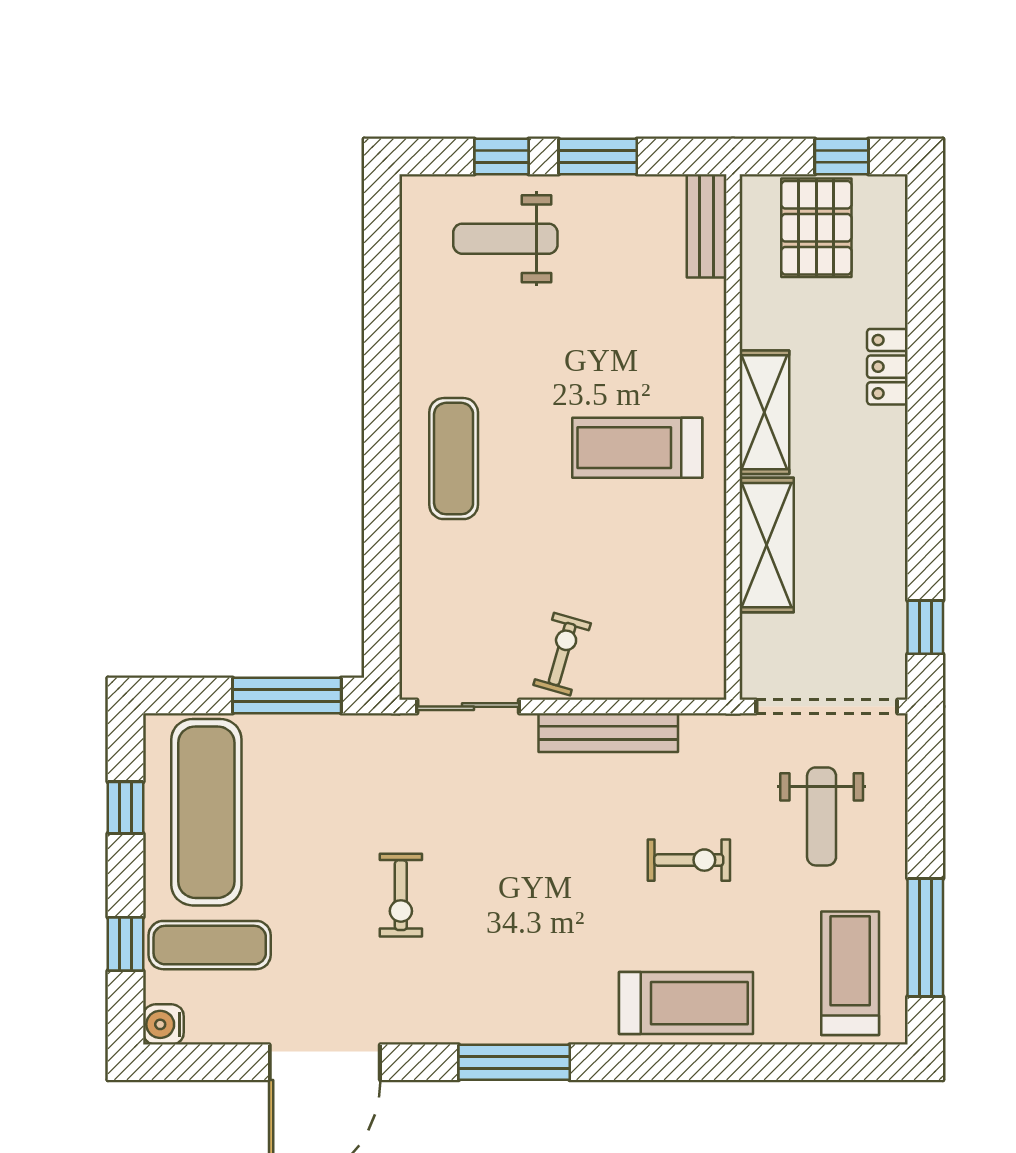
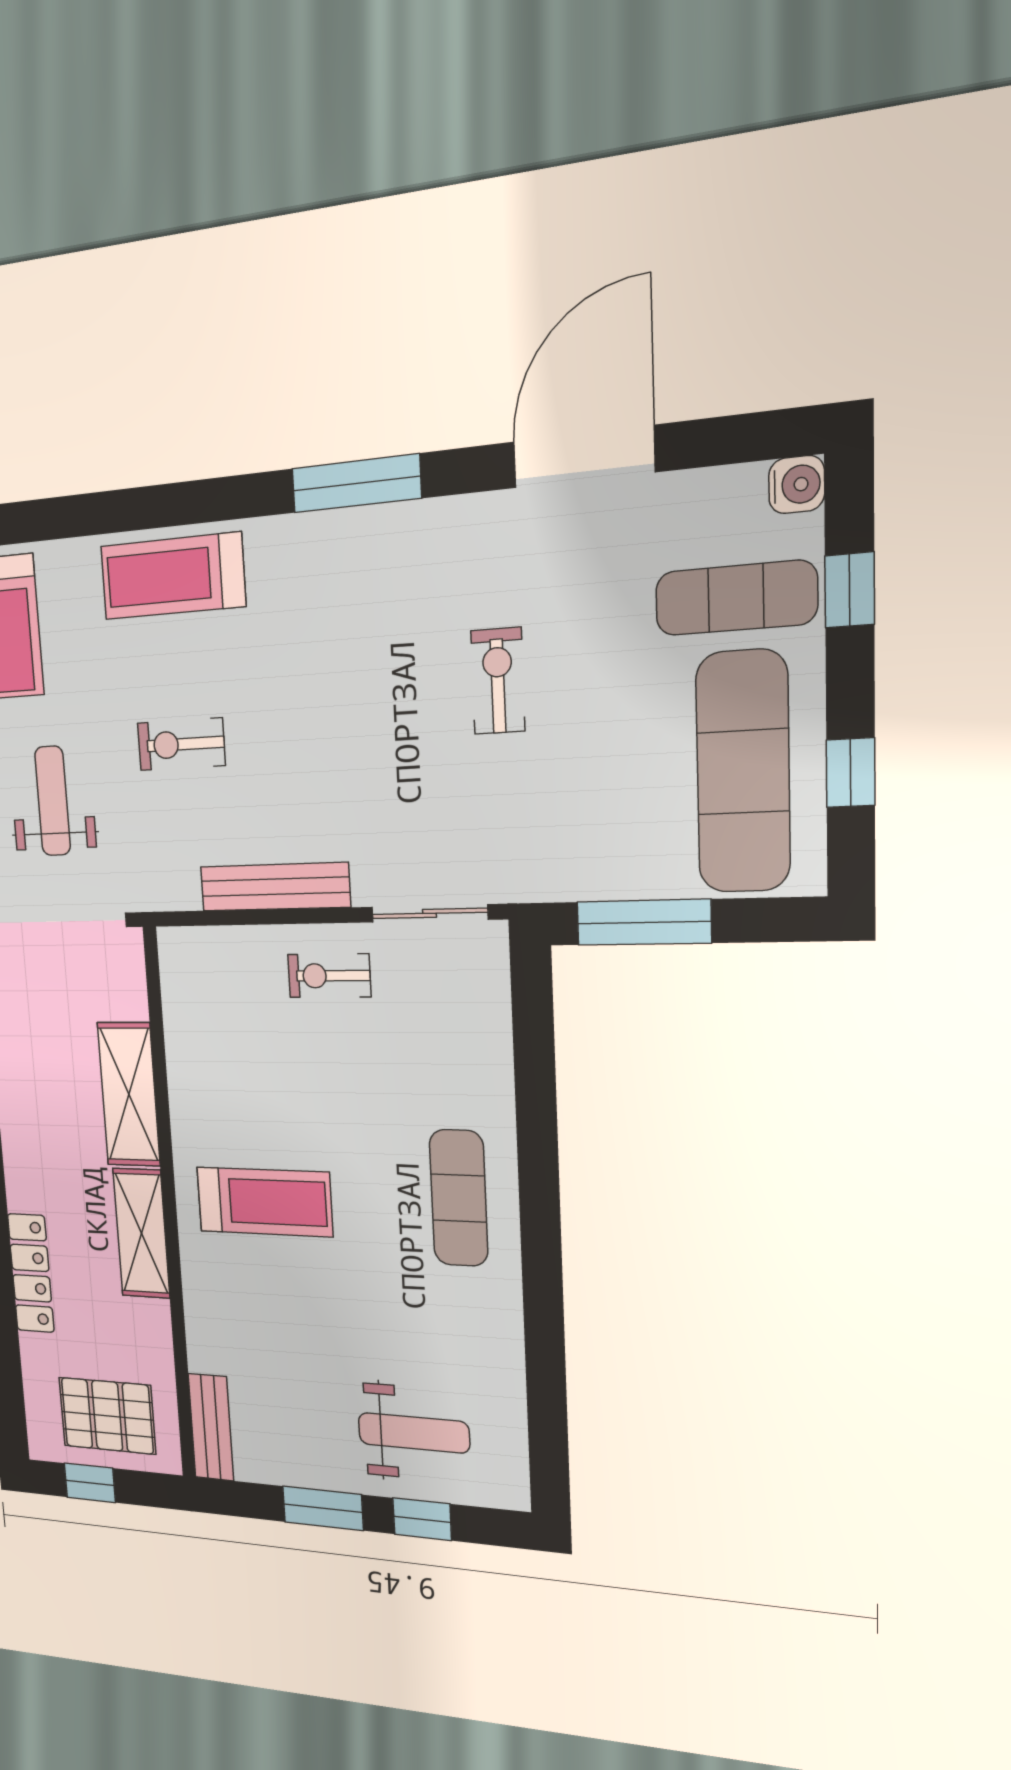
pallet: (816, 228) -> (107, 1416), turned 90
locker: (887, 367) -> (31, 1273), width x1.53
exercise bike: (562, 654) -> (329, 976), turned 74

